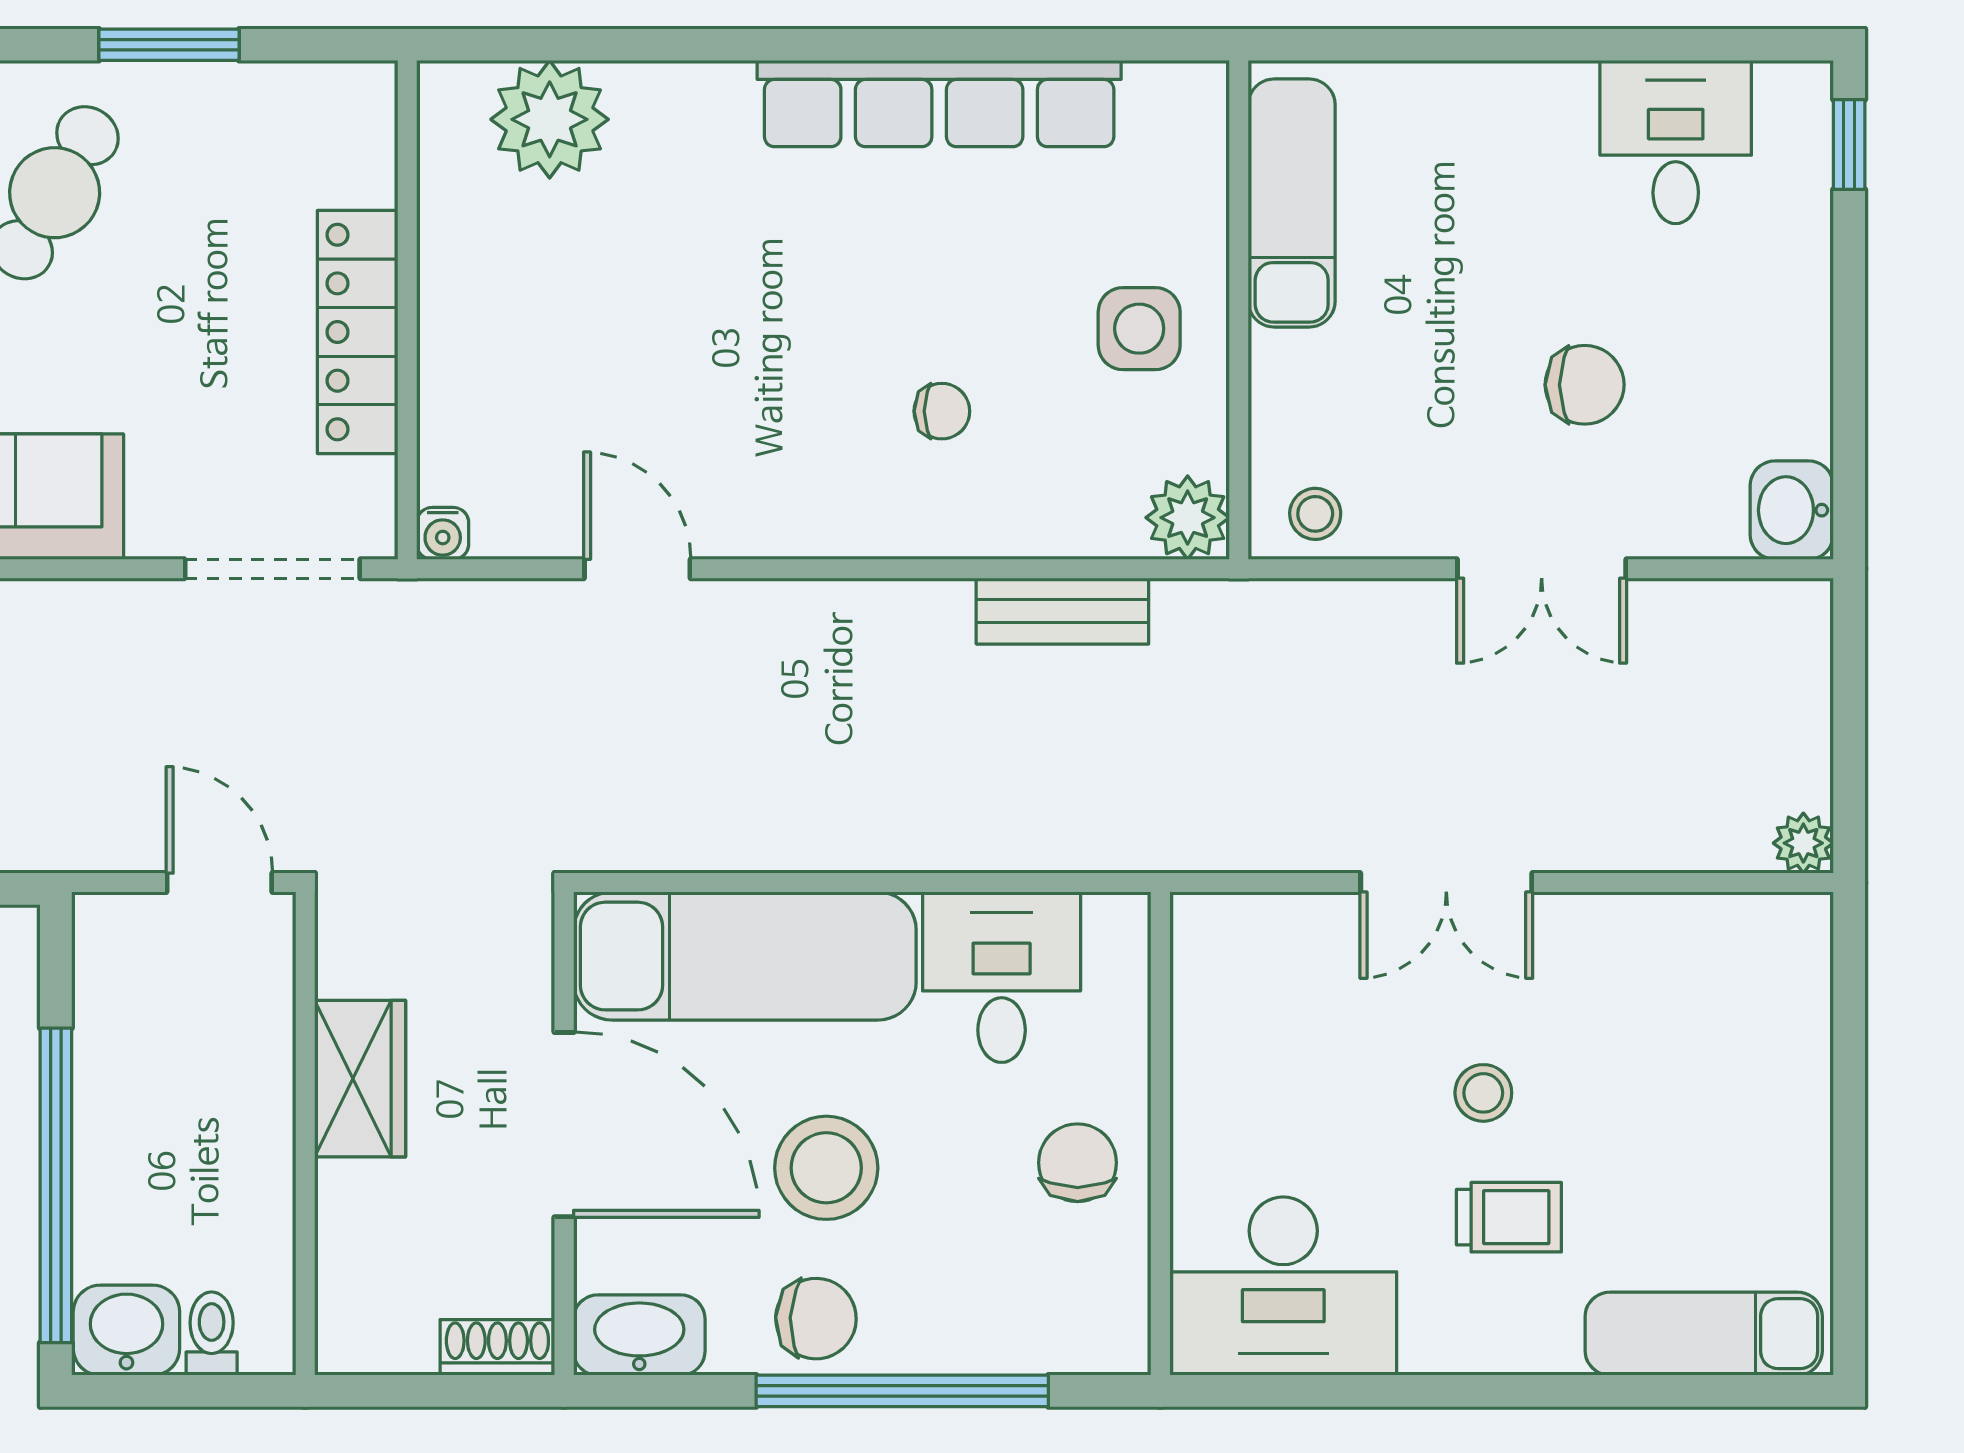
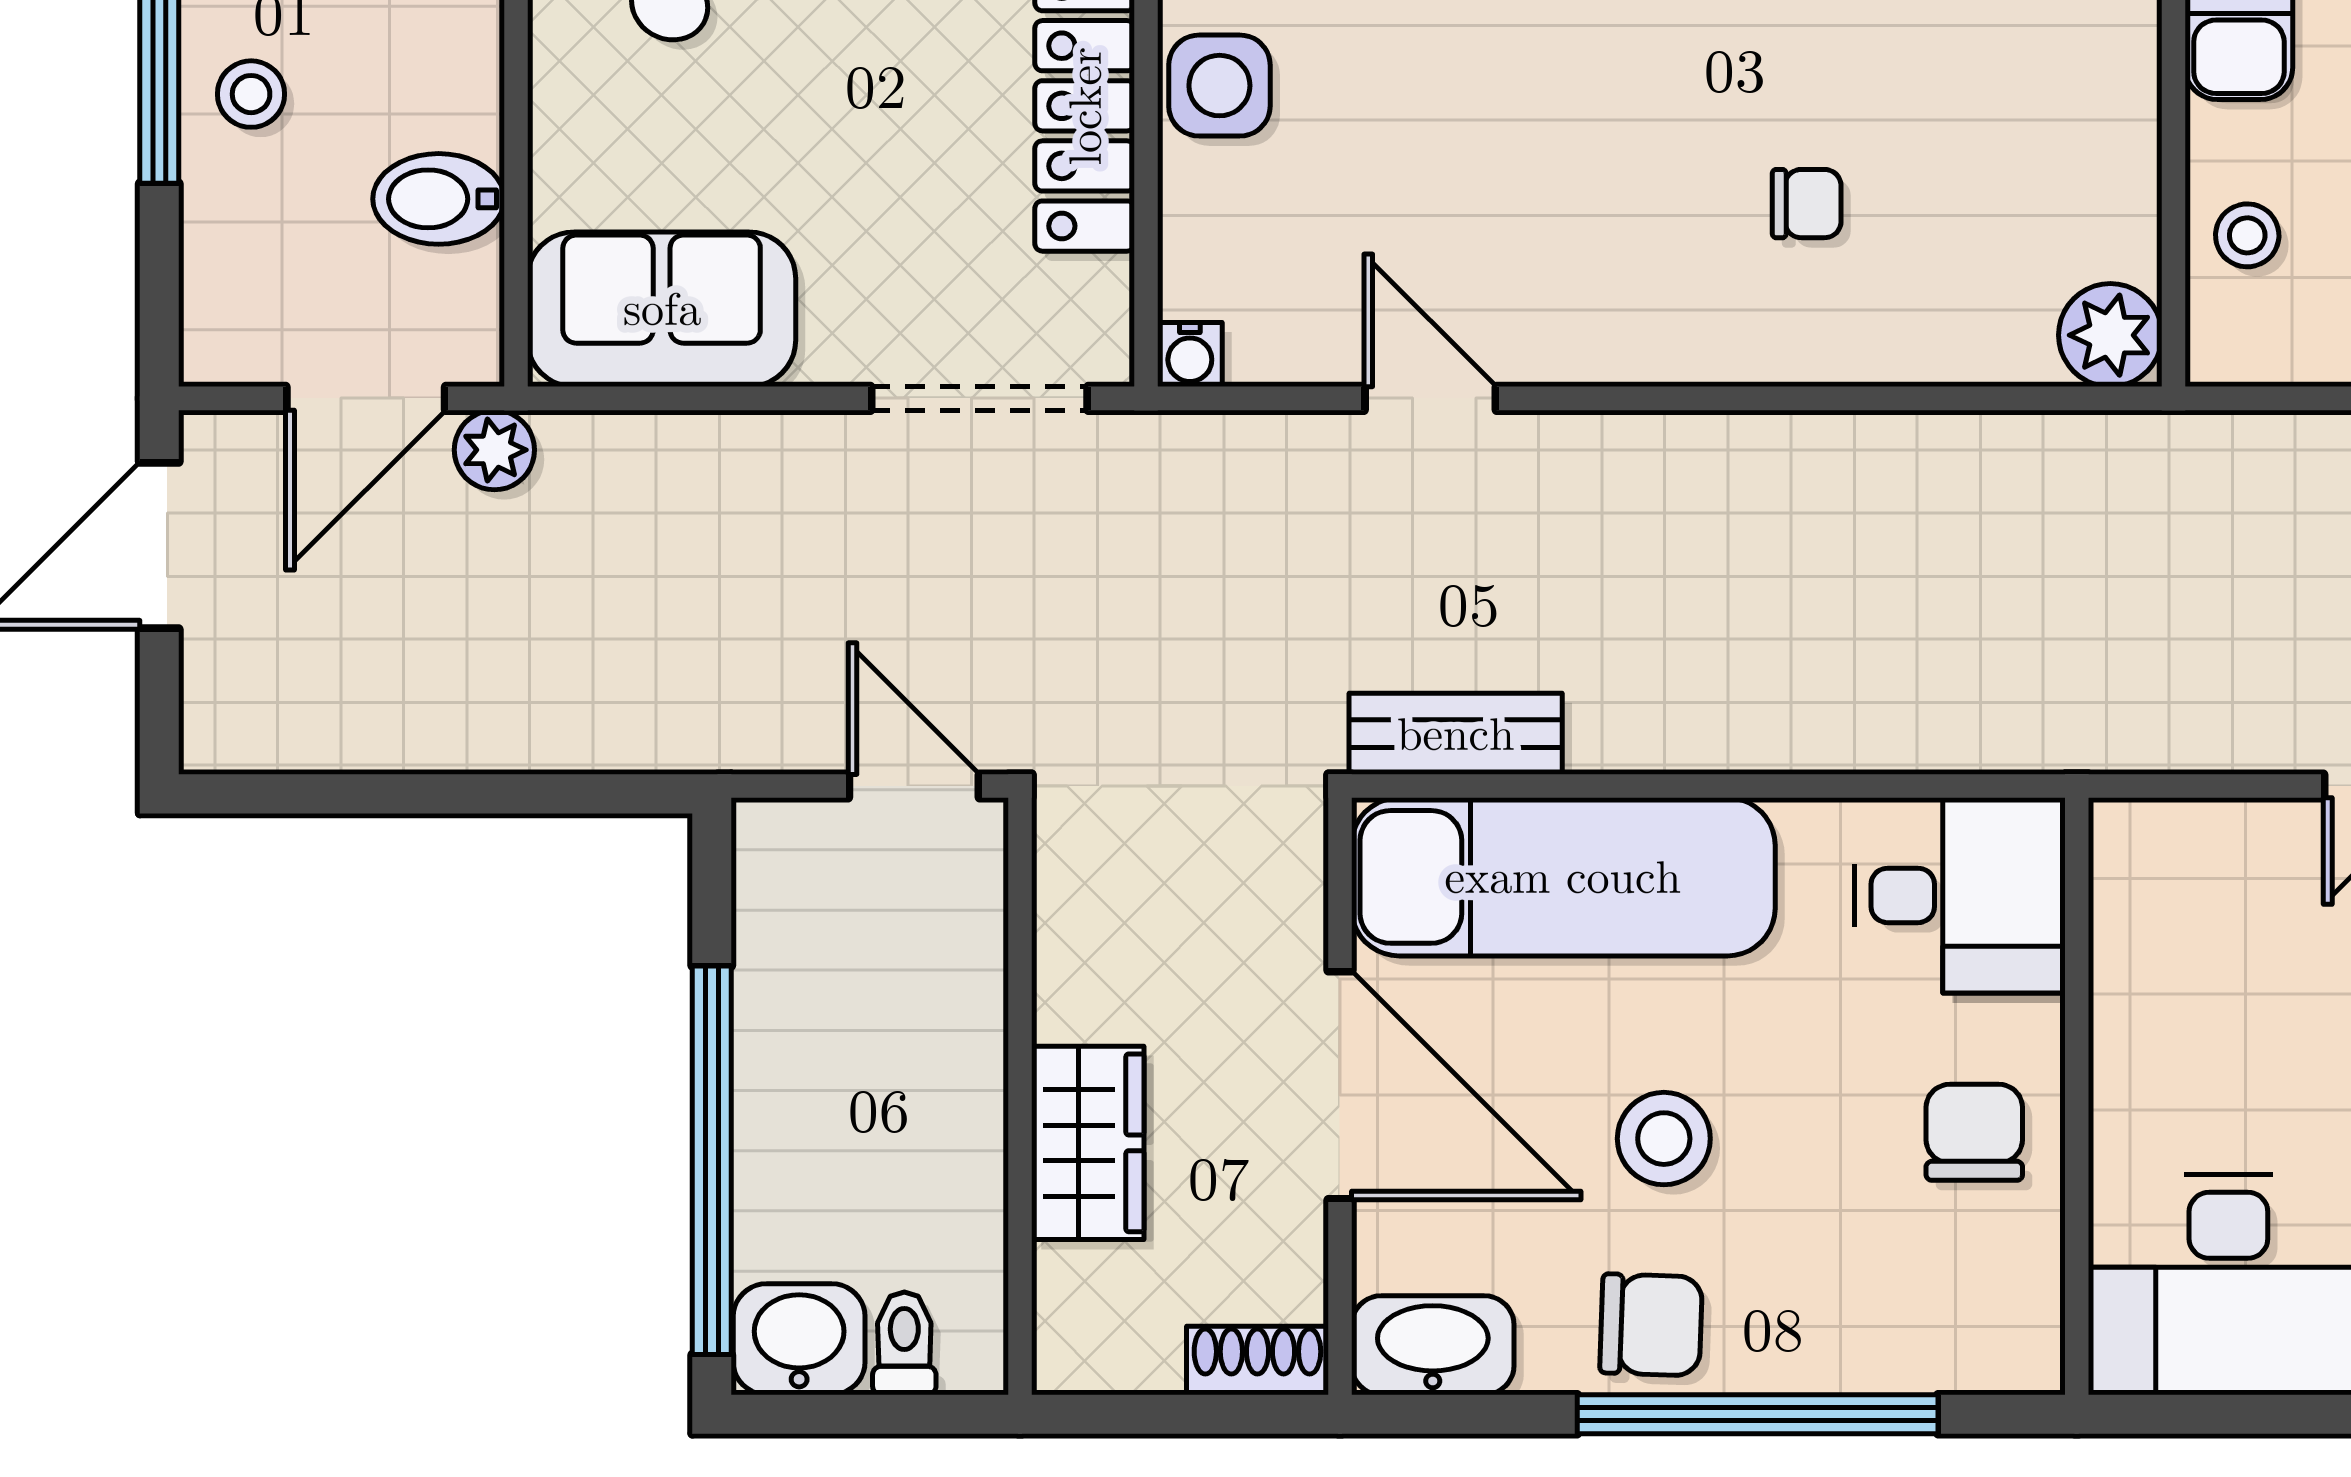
side table: (1139, 329) -> (1219, 86), moved
stool: (1315, 514) -> (2247, 235), moved
bench: (1062, 611) -> (1456, 734), moved
desk: (1002, 977) -> (1960, 895), moved, turned 90
wardrobe: (360, 1079) -> (1088, 1143), moved
stool: (826, 1168) -> (1664, 1139), width x0.73, depth x0.73

